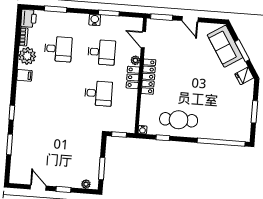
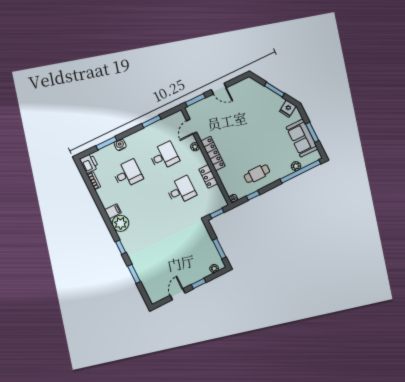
water cooler: (95, 20) -> (120, 145), moved
door: (143, 40) -> (192, 127), hinge flipped
sofa: (225, 46) -> (302, 138), moved, turned 32
plant: (27, 56) -> (120, 223), moved
locker: (133, 77) -> (208, 176), moved
cafe table: (179, 120) -> (257, 174), width x0.73, depth x0.74
plant: (220, 135) -> (296, 166), added
door: (38, 188) -> (178, 294), hinge flipped

